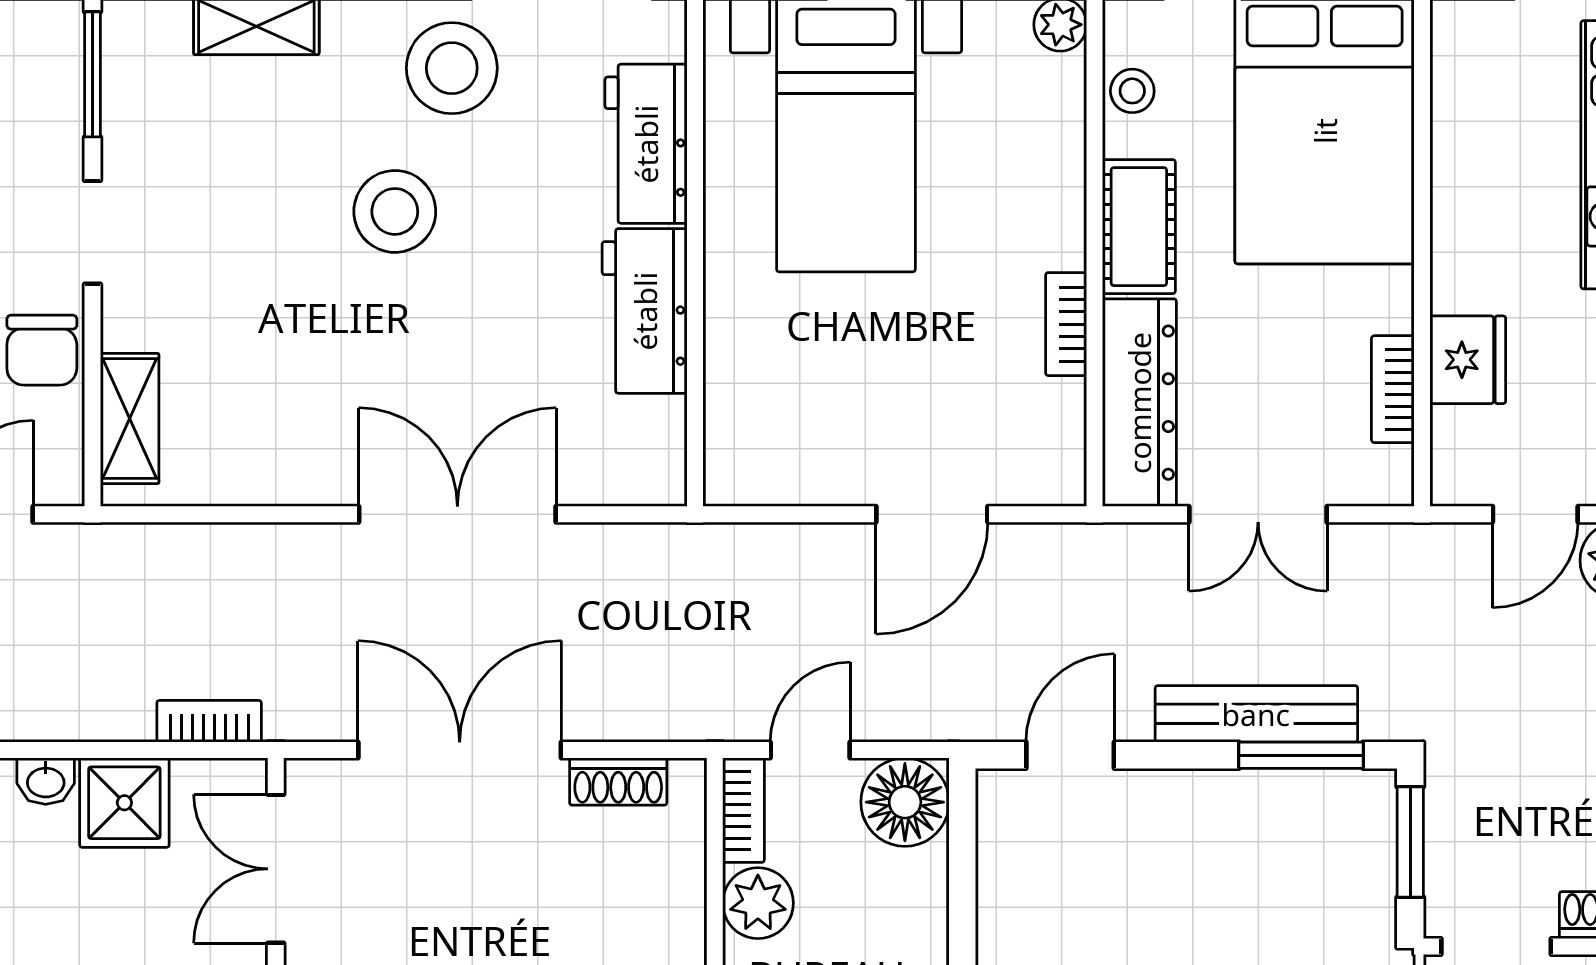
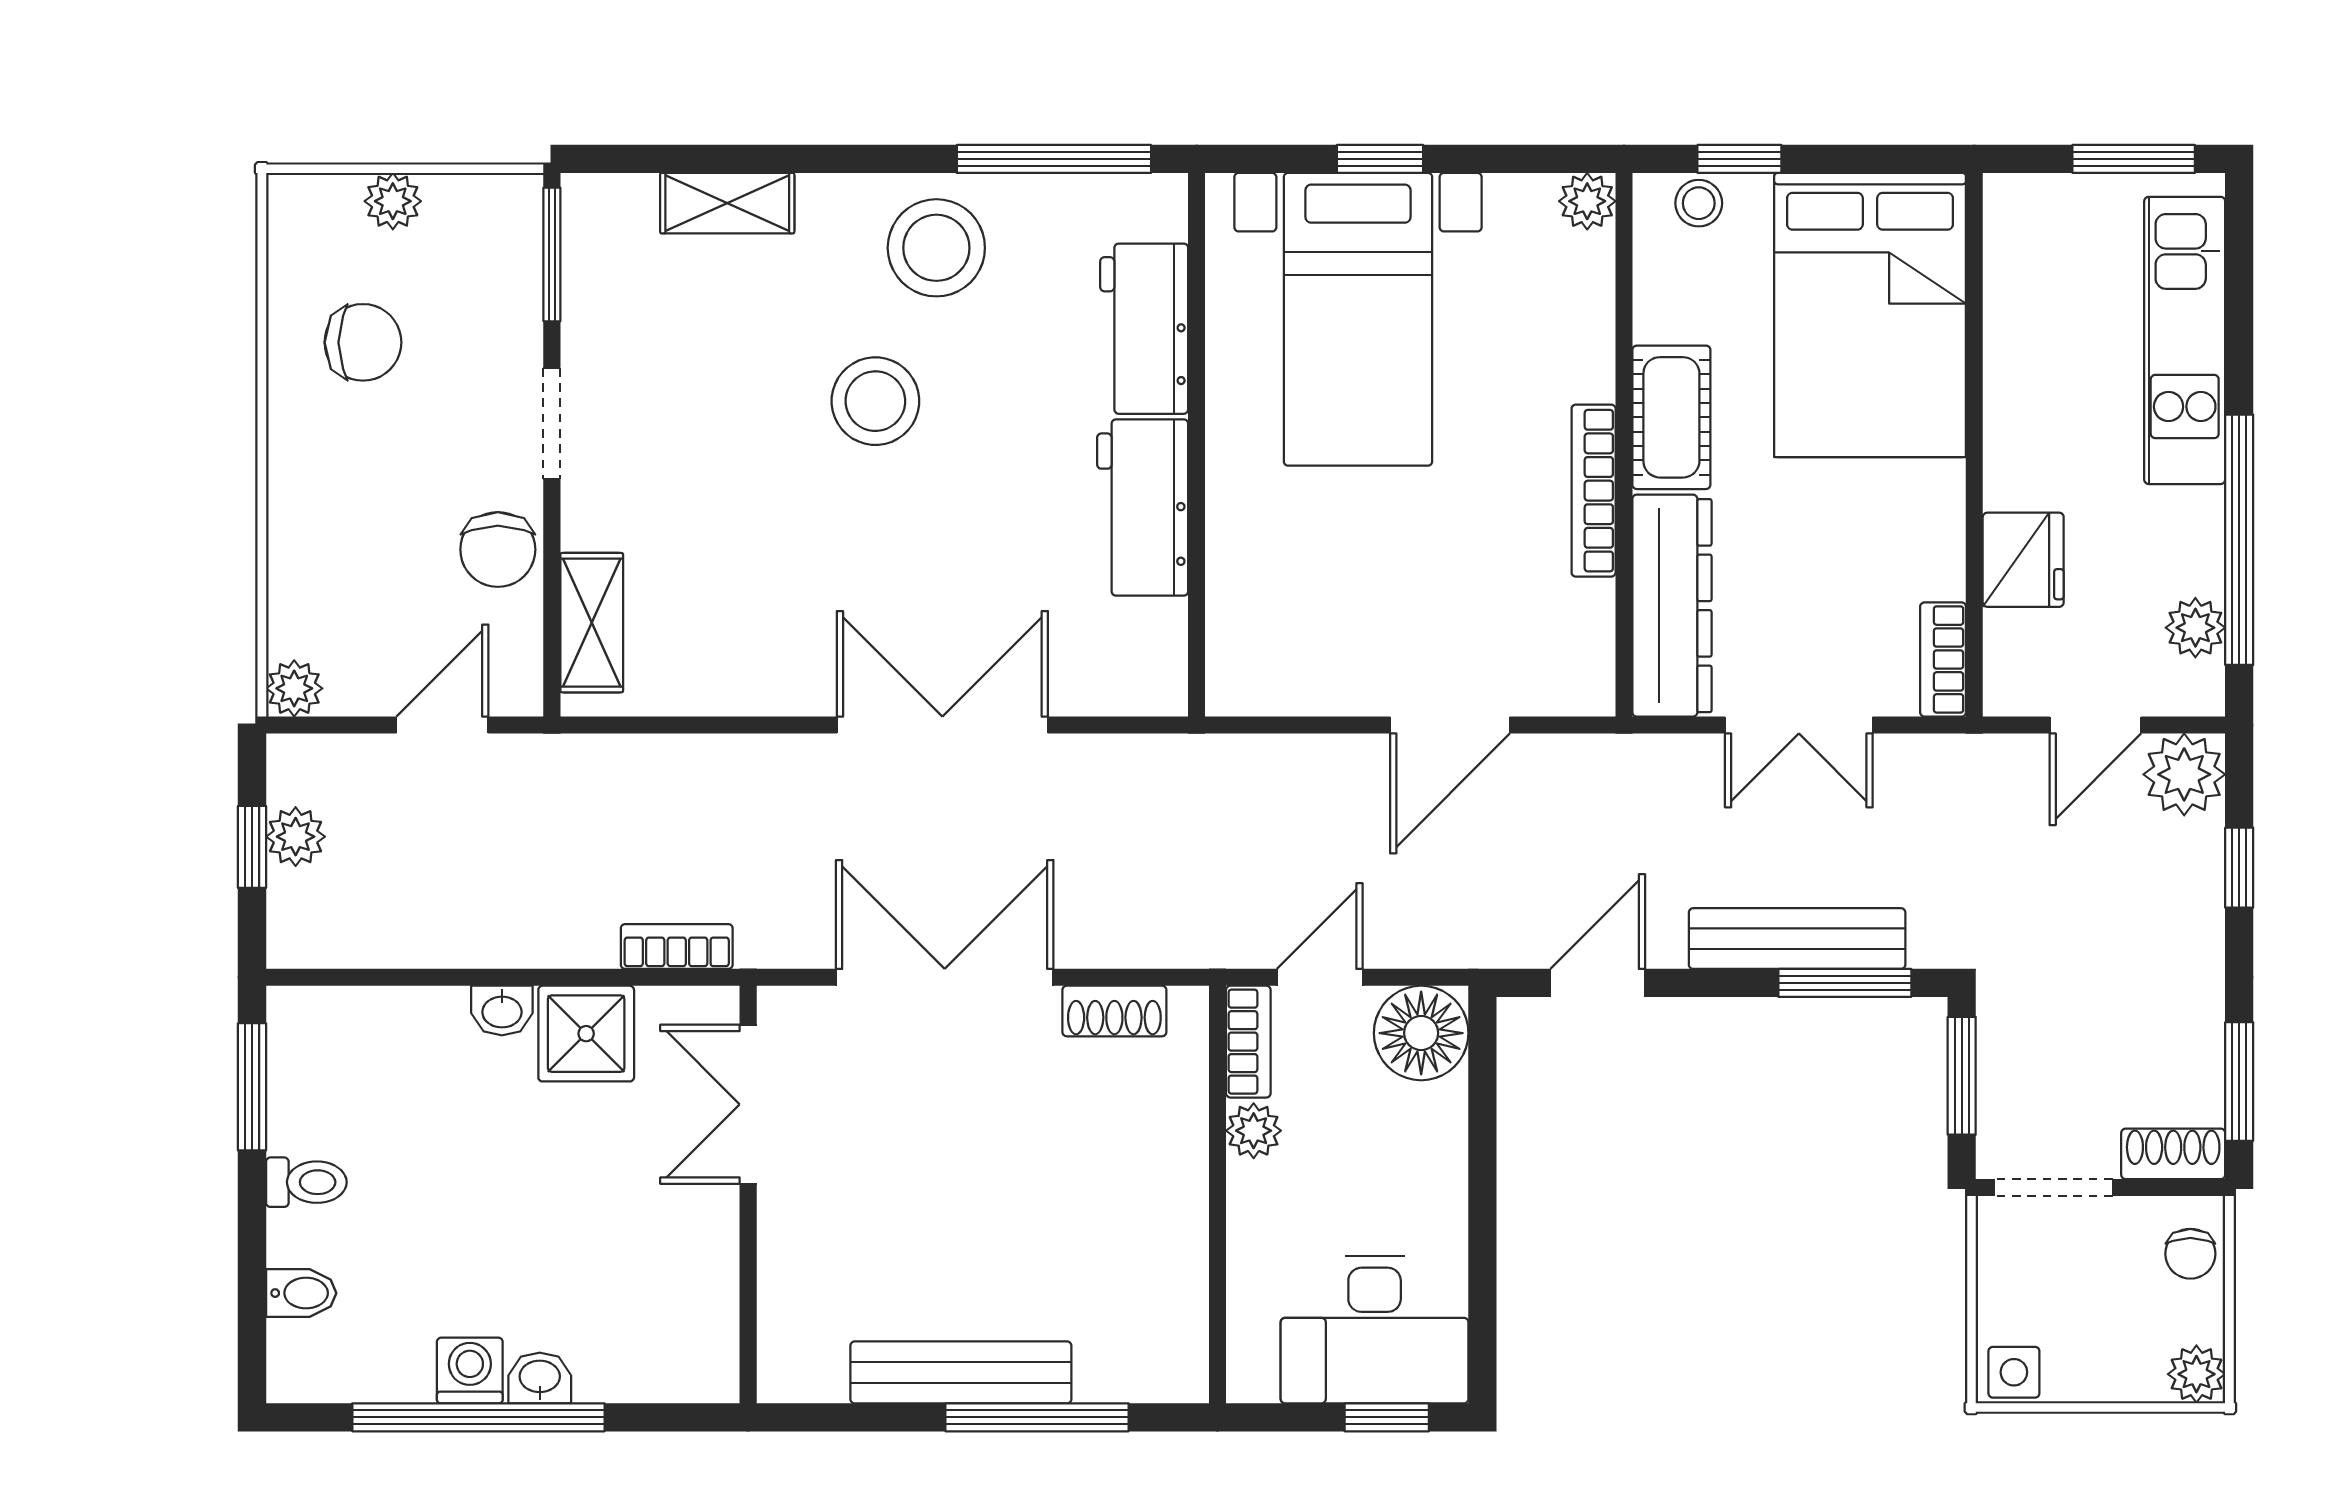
stool: (1132, 91) -> (1699, 203), moved
bookcase: (1066, 324) -> (1594, 491), width x1.56
bookcase: (1393, 389) -> (1943, 659), moved
plant: (758, 903) -> (1254, 1131), width x0.73, depth x0.73

